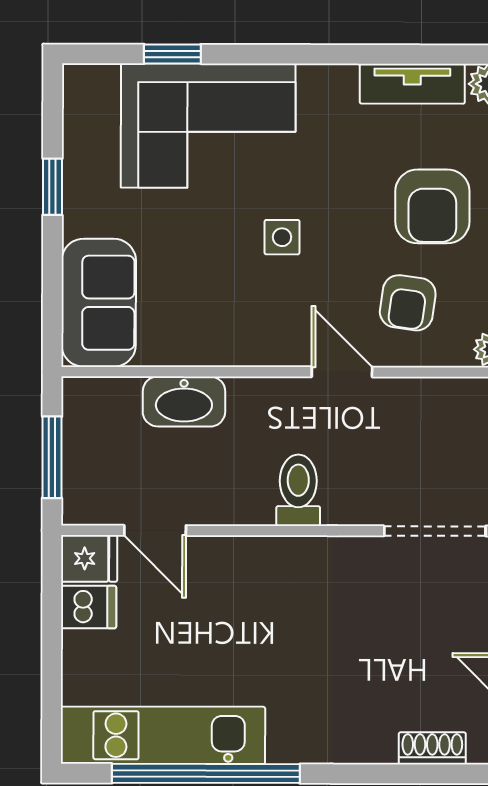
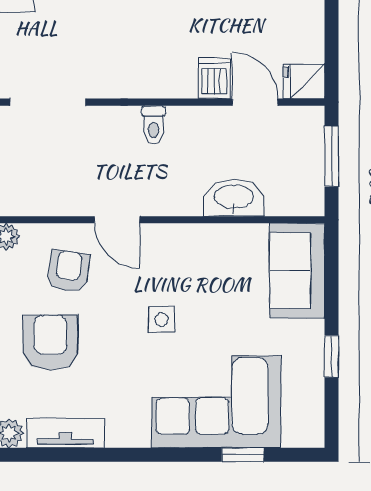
toilet: (298, 490) -> (154, 125), width x0.73, depth x0.72
dishwasher: (89, 607) -> (214, 78), moved, turned 90

